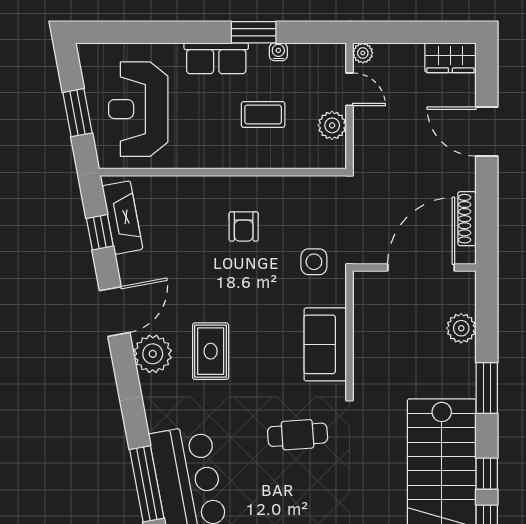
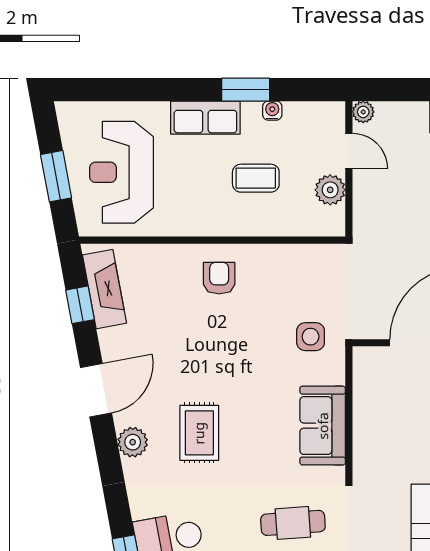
armchair: (244, 227) -> (219, 278), moved, turned 180
plant: (153, 354) -> (133, 442), width x0.73, depth x0.73

